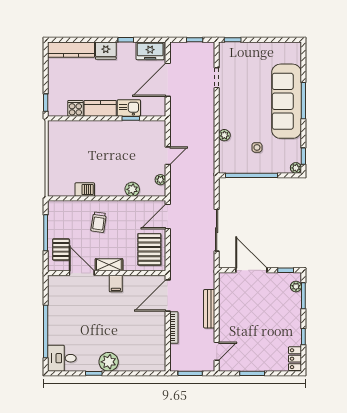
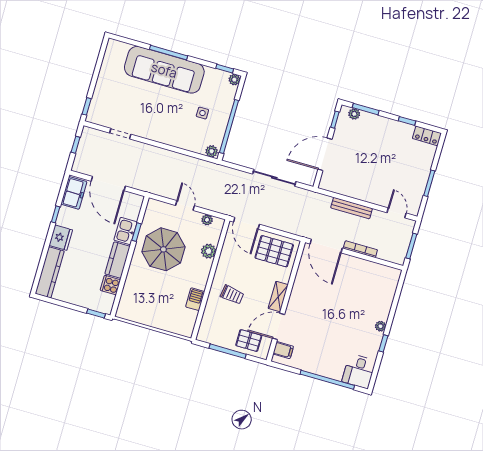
plant: (224, 135) -> (212, 151), moved
parasol: (122, 148) -> (163, 249), added
filing cabinet: (116, 283) -> (283, 350), moved
plant: (109, 362) -> (381, 326), width x0.53, depth x0.53

